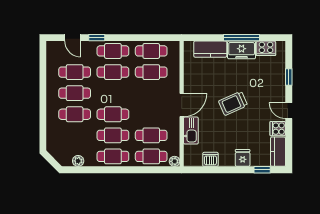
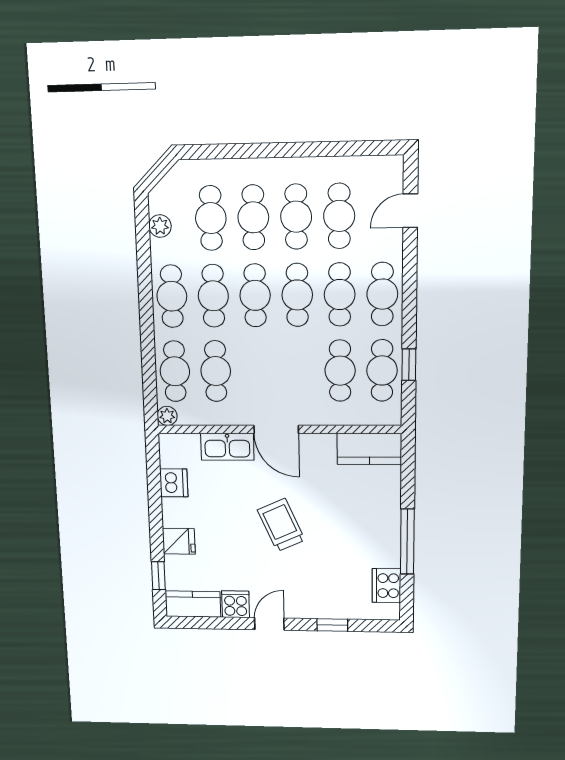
window: (97, 38) -> (409, 365), moved
kitchen counter: (210, 49) -> (369, 449), moved, turned -90
freezer: (242, 50) -> (383, 541), removed
cafe table: (113, 93) -> (297, 295), added
cafe table: (75, 135) -> (211, 218), added

